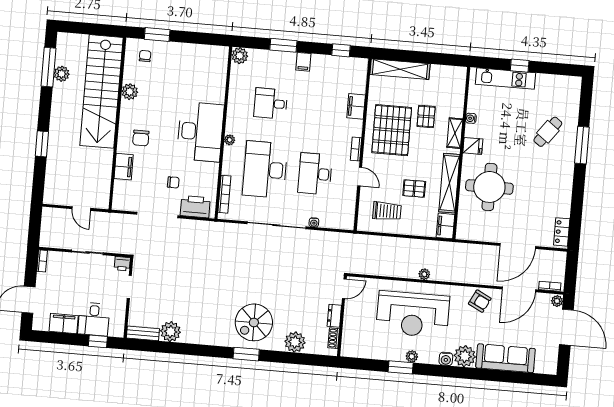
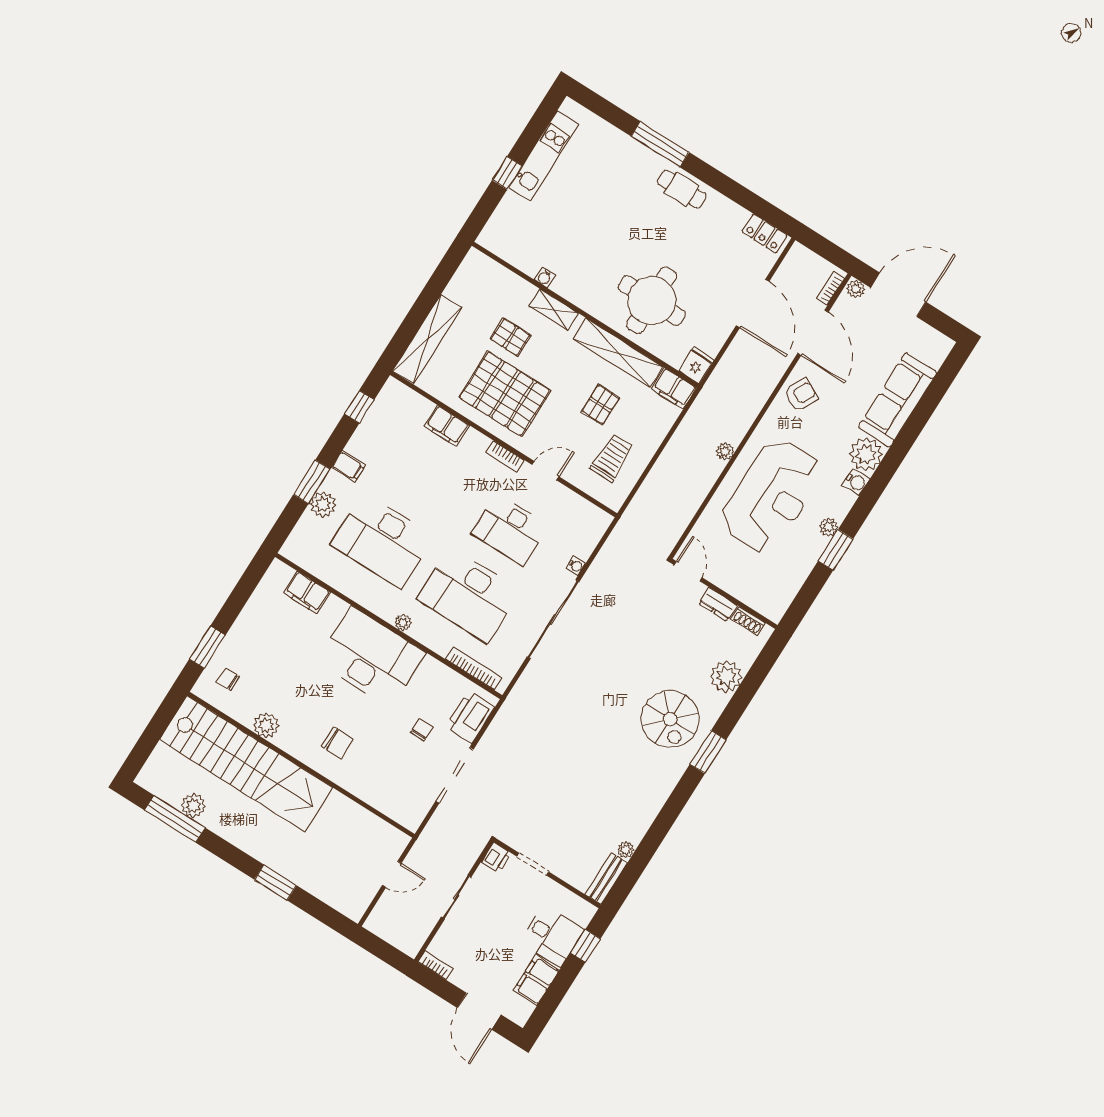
plant: (240, 56) -> (323, 505), moved
kitchen unit: (506, 79) -> (544, 156), moved
desk: (271, 103) -> (382, 541), width x1.87, depth x1.30
cafe table: (548, 132) -> (682, 189), moved, turned -37
fridge: (473, 146) -> (697, 365), moved
filing cabinet: (124, 167) -> (307, 593), moved, turned 180
plant: (171, 332) -> (626, 850), width x0.53, depth x0.53

